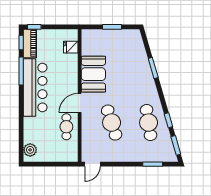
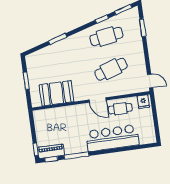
fridge: (71, 47) -> (143, 102), moved
booth: (93, 74) -> (57, 93), moved
bar counter: (35, 87) -> (112, 138), moved
plant: (30, 150) -> (145, 138), removed

